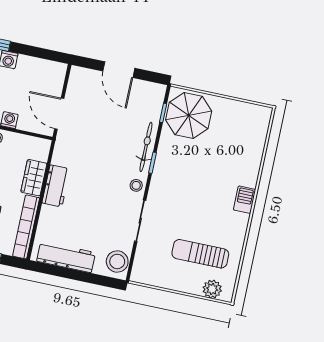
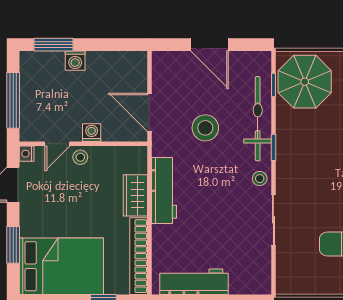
bicycle: (146, 147) -> (258, 119), width x1.37, depth x1.40
workbench: (56, 186) -> (164, 191), width x1.38
stool: (117, 261) -> (205, 128), moved

